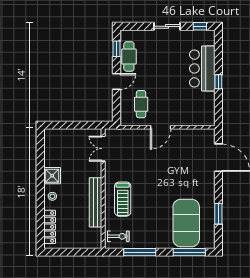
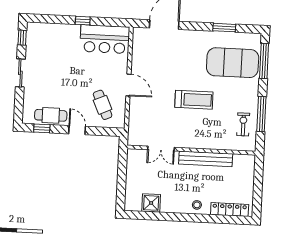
bar counter: (202, 68) -> (105, 39), moved
cafe table: (141, 104) -> (103, 105), turned 66
double door: (103, 149) -> (161, 149), moved
shower: (52, 176) -> (151, 203), moved
treadmill: (123, 199) -> (194, 100), moved
exercise bike: (118, 236) -> (243, 124), moved

